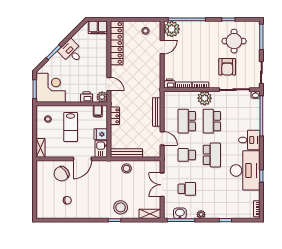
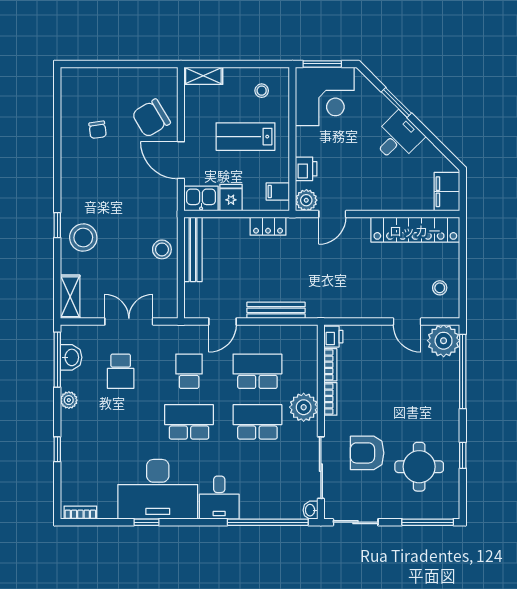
school desk: (212, 155) -> (189, 422), turned 180
chair: (61, 174) -> (151, 118), turned -84

